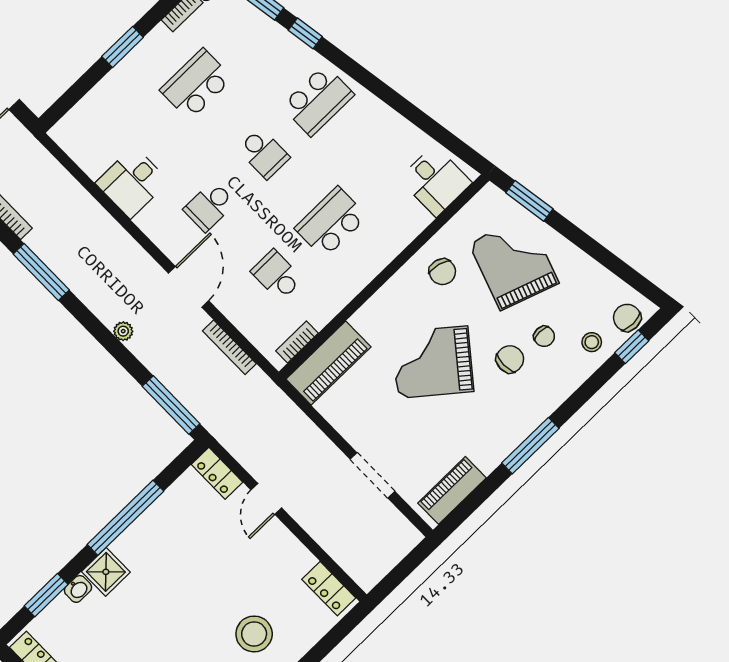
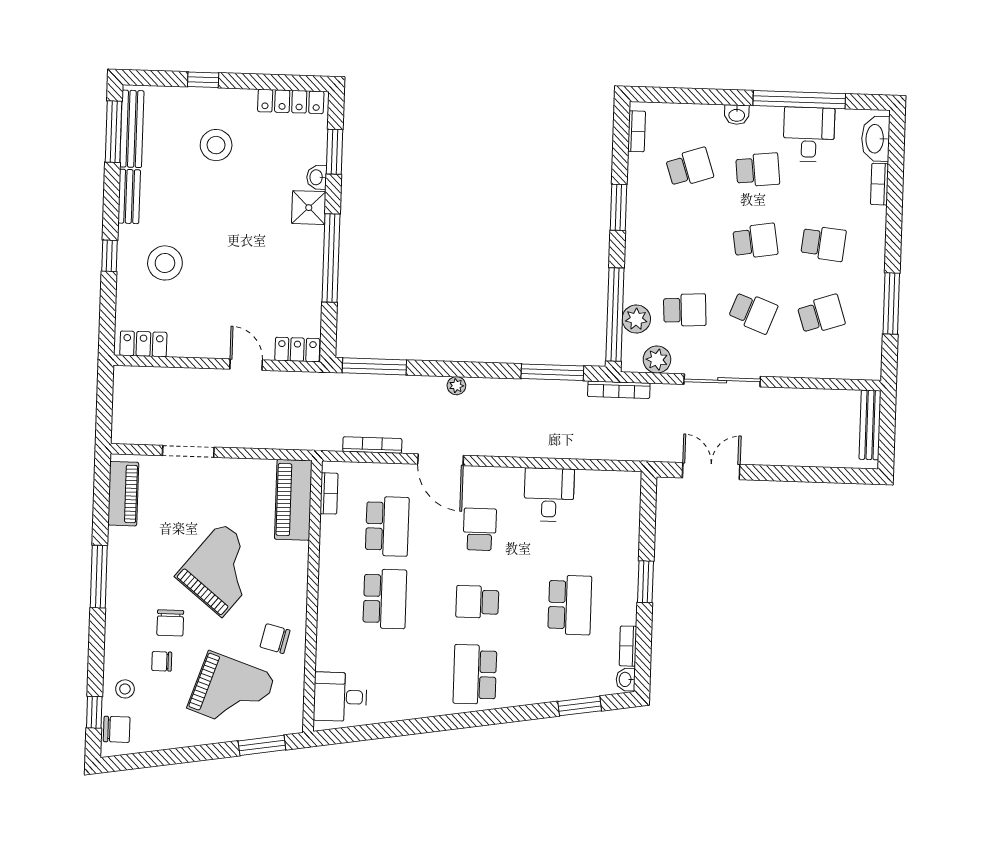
window: (305, 33) -> (528, 712), removed
school desk: (277, 275) -> (387, 526), width x1.85

